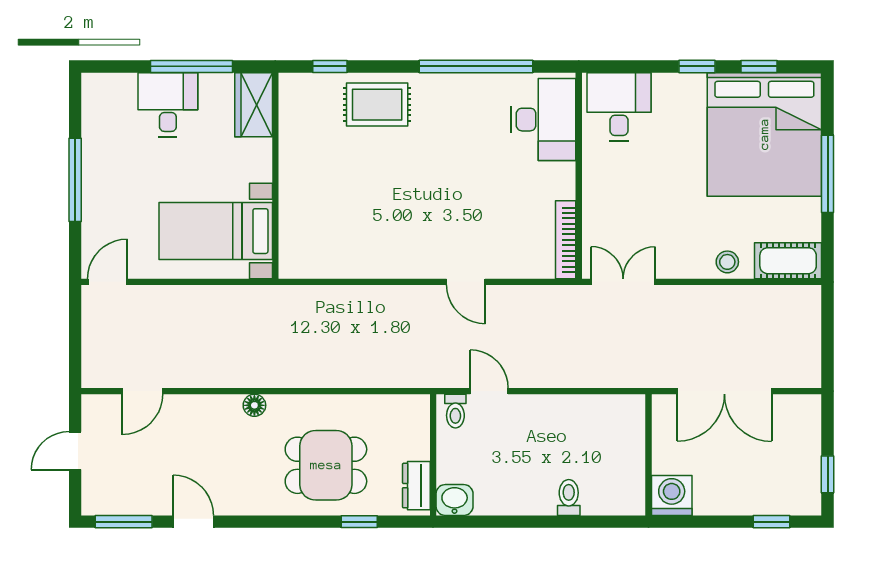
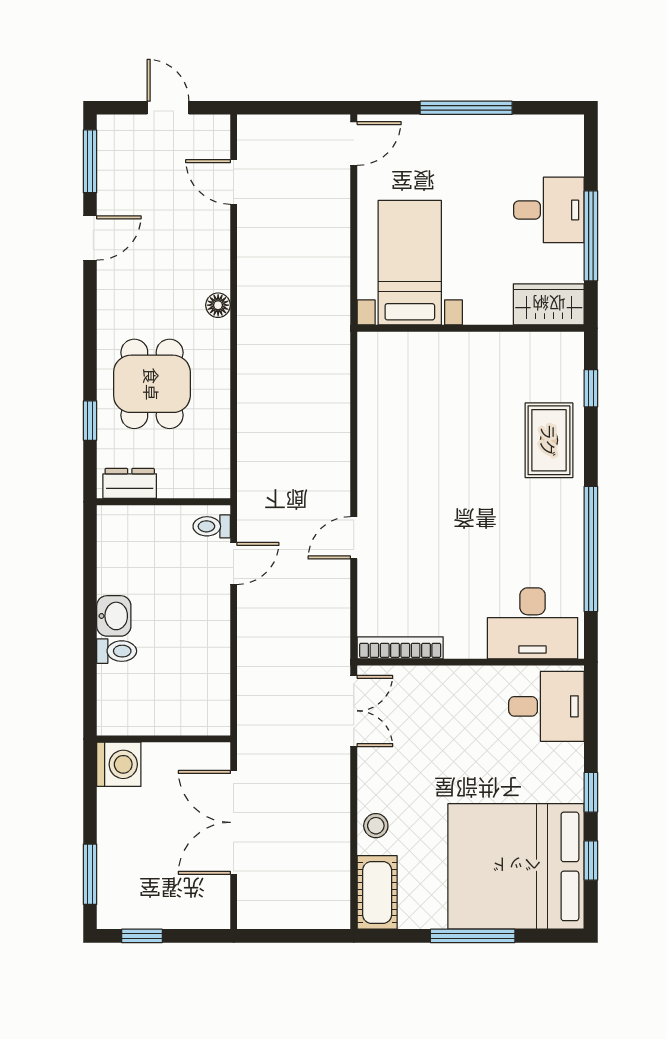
door: (107, 282) -> (354, 143), hinge flipped
washbasin: (455, 500) -> (114, 616), moved
window: (772, 522) -> (90, 874), width x1.50

